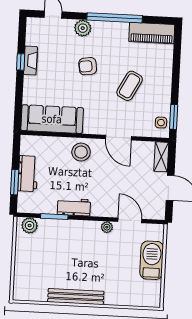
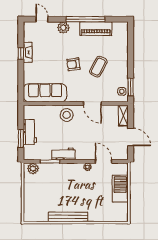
piano: (152, 33) -> (96, 29), moved
armchair: (88, 66) -> (73, 64), moved

